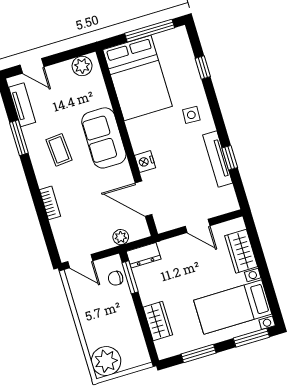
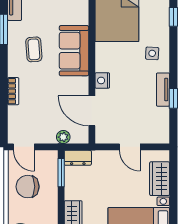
tv unit: (218, 159) -> (163, 90), width x0.71
chair: (116, 278) -> (28, 187), moved, width x1.87, depth x1.87

